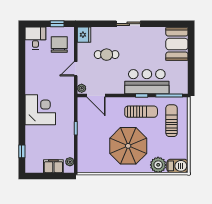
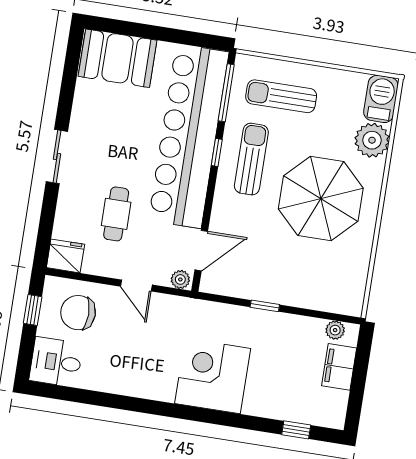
bar counter: (147, 82) -> (189, 136), width x1.86

